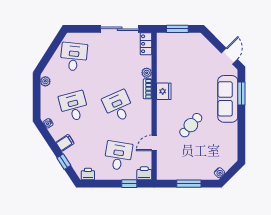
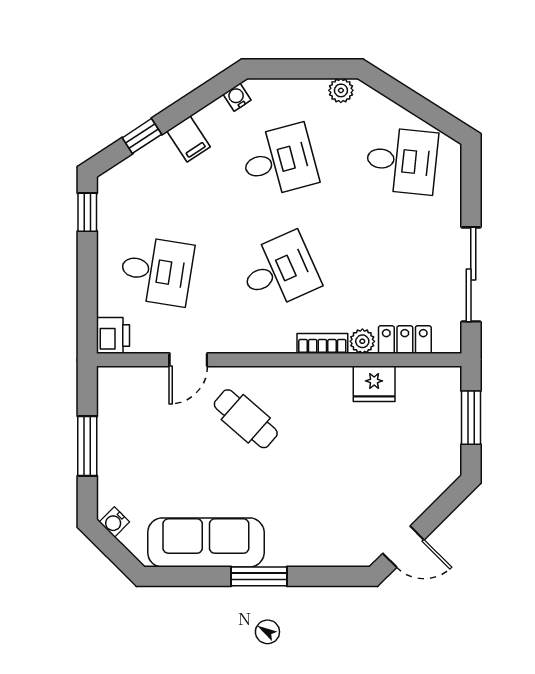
locker: (146, 44) -> (405, 340), moved
fridge: (164, 91) -> (374, 384), moved
window: (241, 93) -> (259, 576), moved
sofa: (228, 99) -> (206, 542), moved
cafe table: (191, 125) -> (246, 419), moved
door: (154, 143) -> (188, 360), swing flipped
printer: (88, 174) -> (111, 196), removed
window: (129, 184) -> (87, 212), moved

